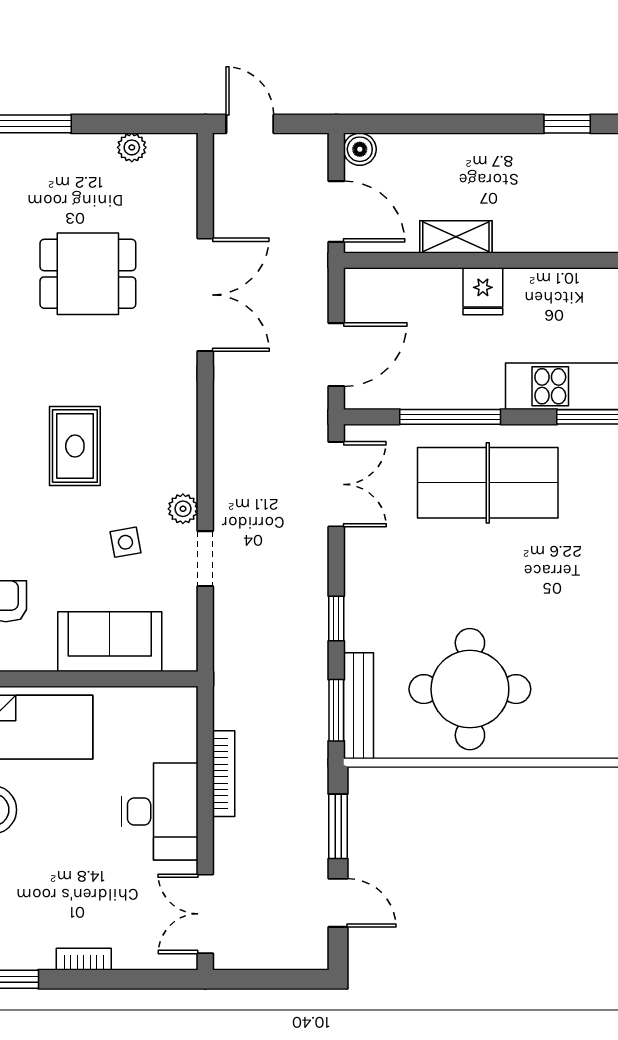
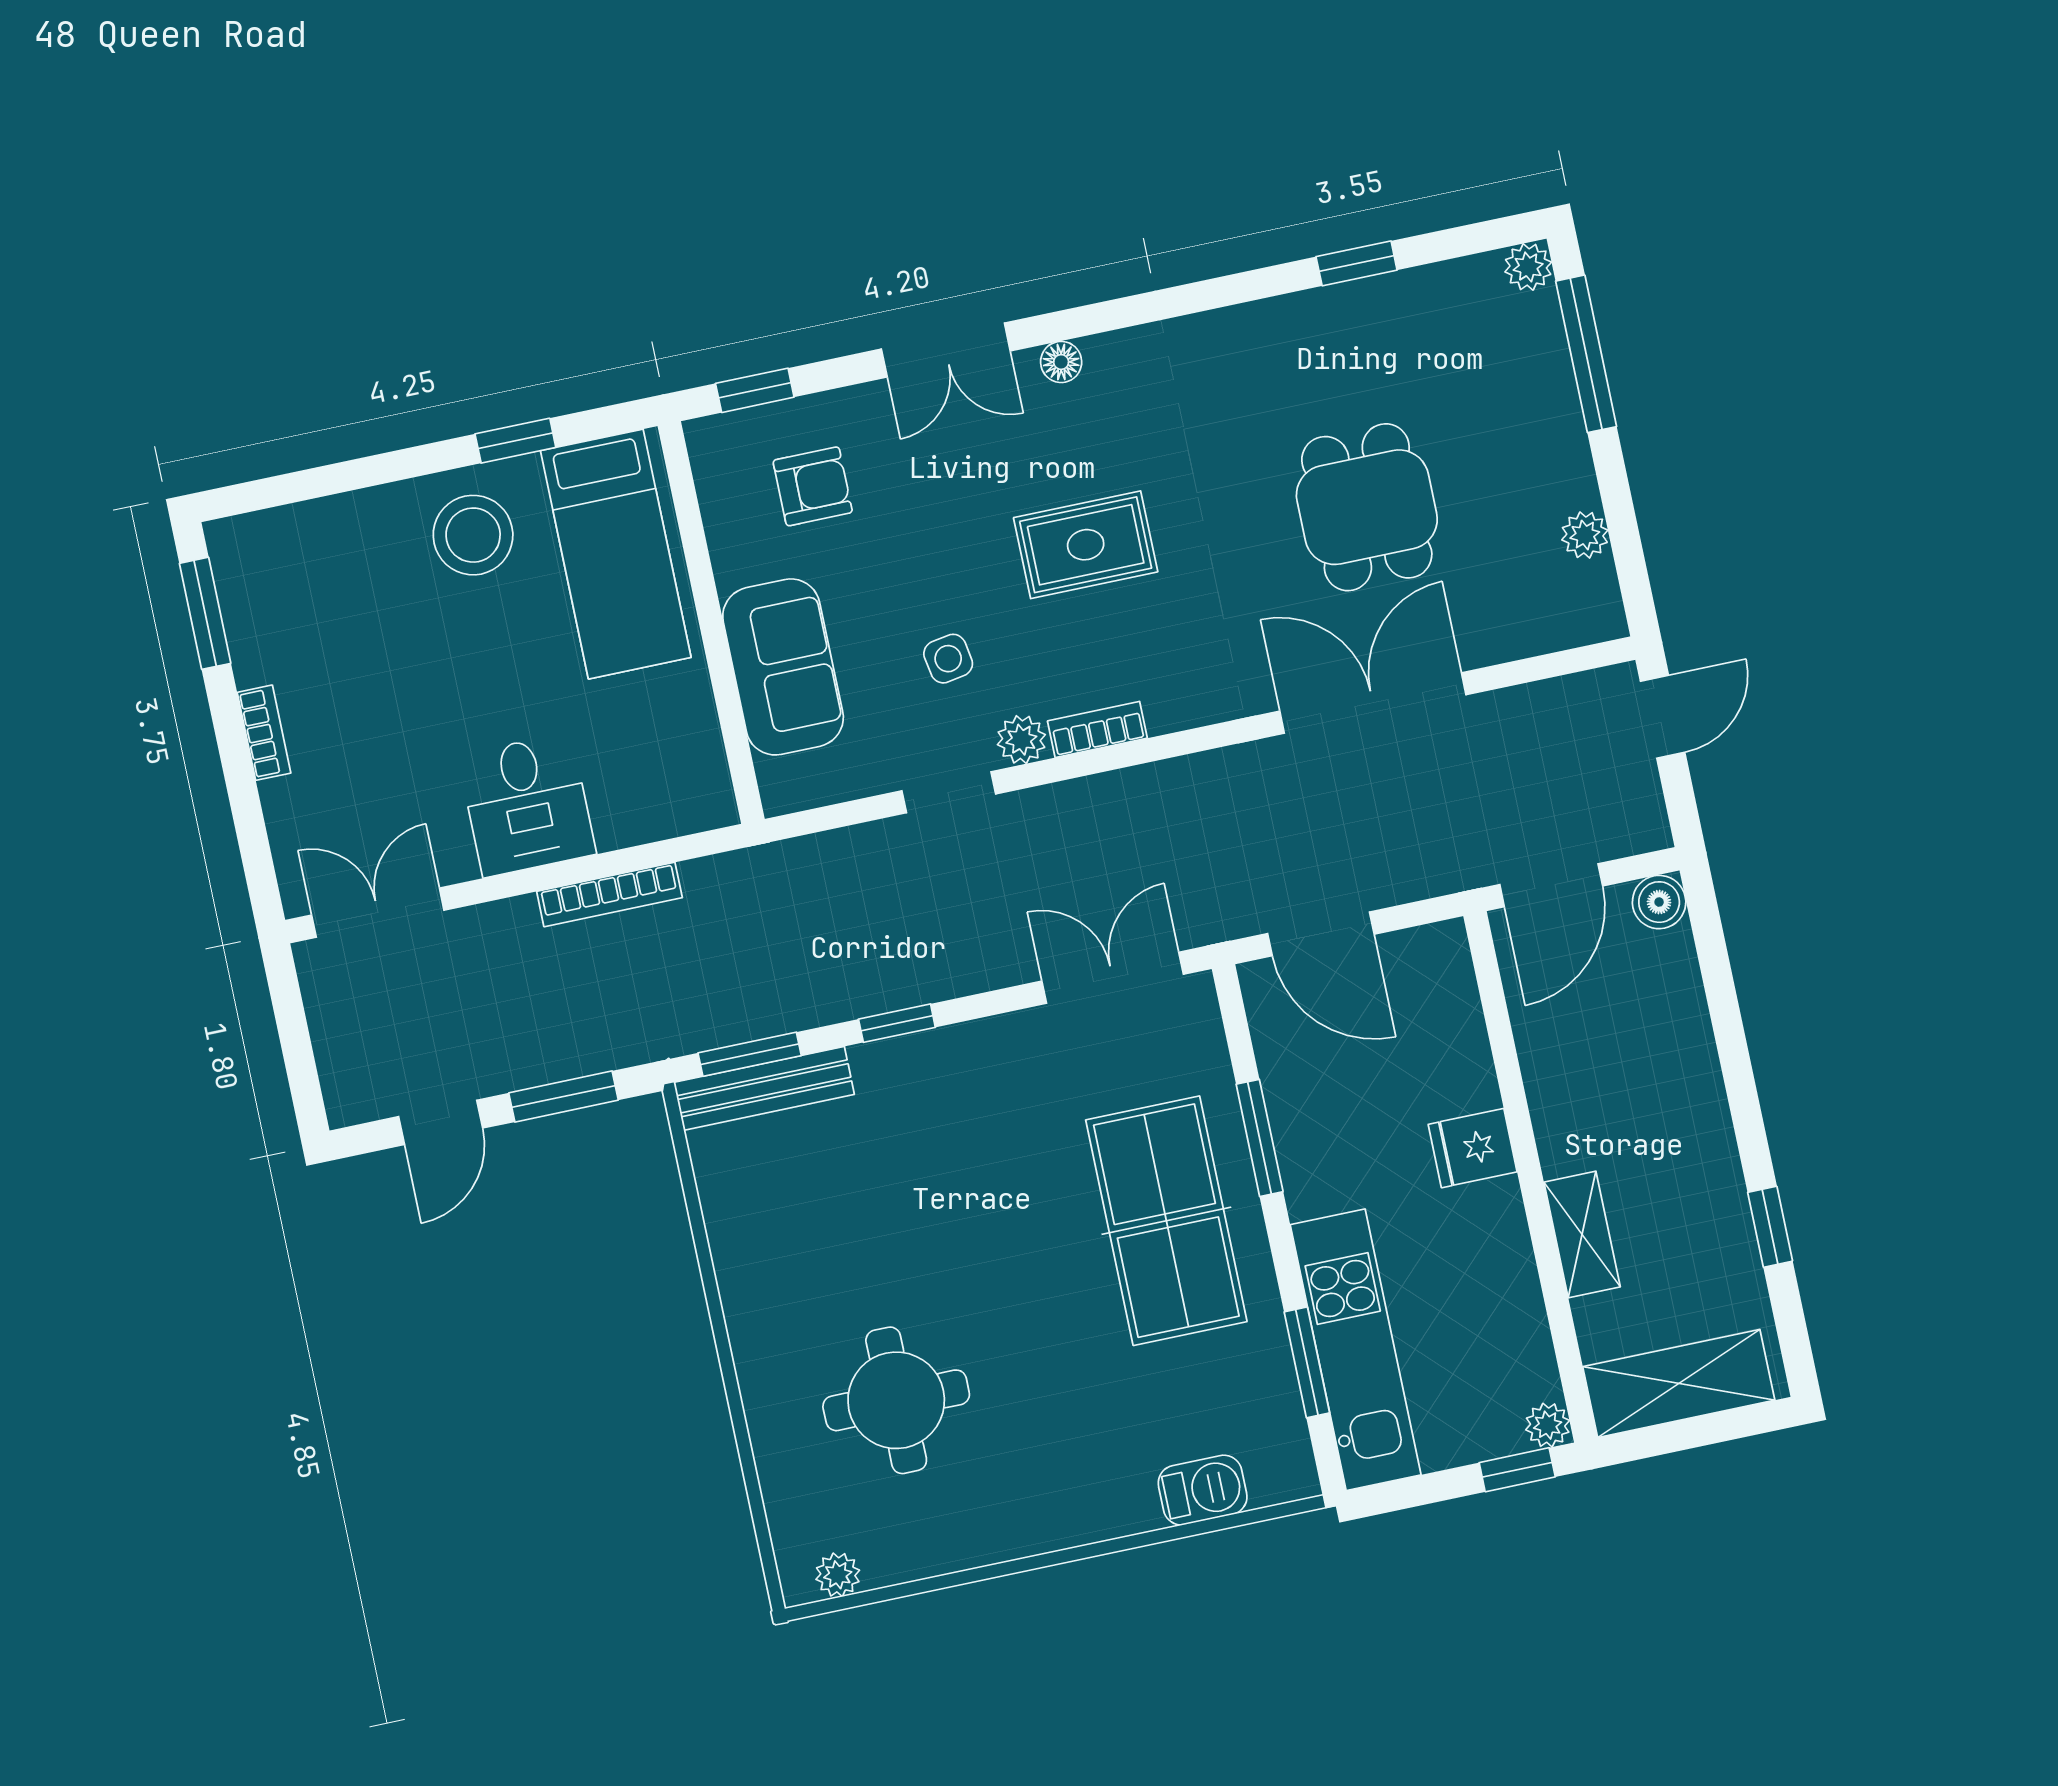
shelving: (456, 237) -> (1582, 1234), moved
double door: (205, 295) -> (1373, 703), swing flipped
window: (450, 417) -> (1260, 1138), width x0.69
bookcase: (186, 462) -> (1097, 729), added
double door: (336, 484) -> (1113, 978), swing flipped
round table: (470, 689) -> (896, 1400), moved, width x0.73, depth x0.73
desk: (160, 811) -> (527, 805), width x0.73

